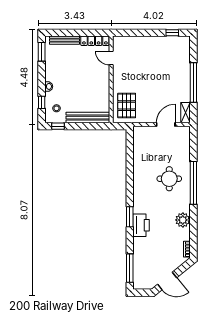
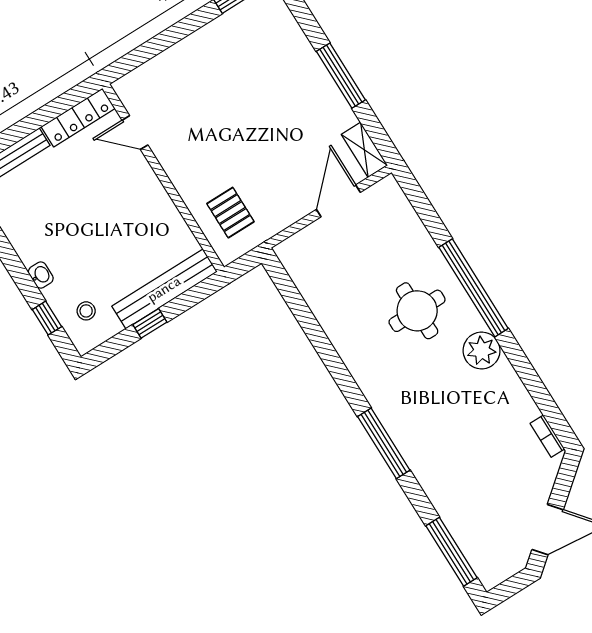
window: (193, 82) -> (341, 76), width x0.68
pallet: (127, 106) -> (230, 213), width x0.67, depth x0.71
window: (58, 126) -> (150, 323), moved
window: (130, 217) -> (384, 443), width x1.44
plant: (183, 220) -> (482, 351), moved
printer: (141, 225) -> (419, 446), removed

